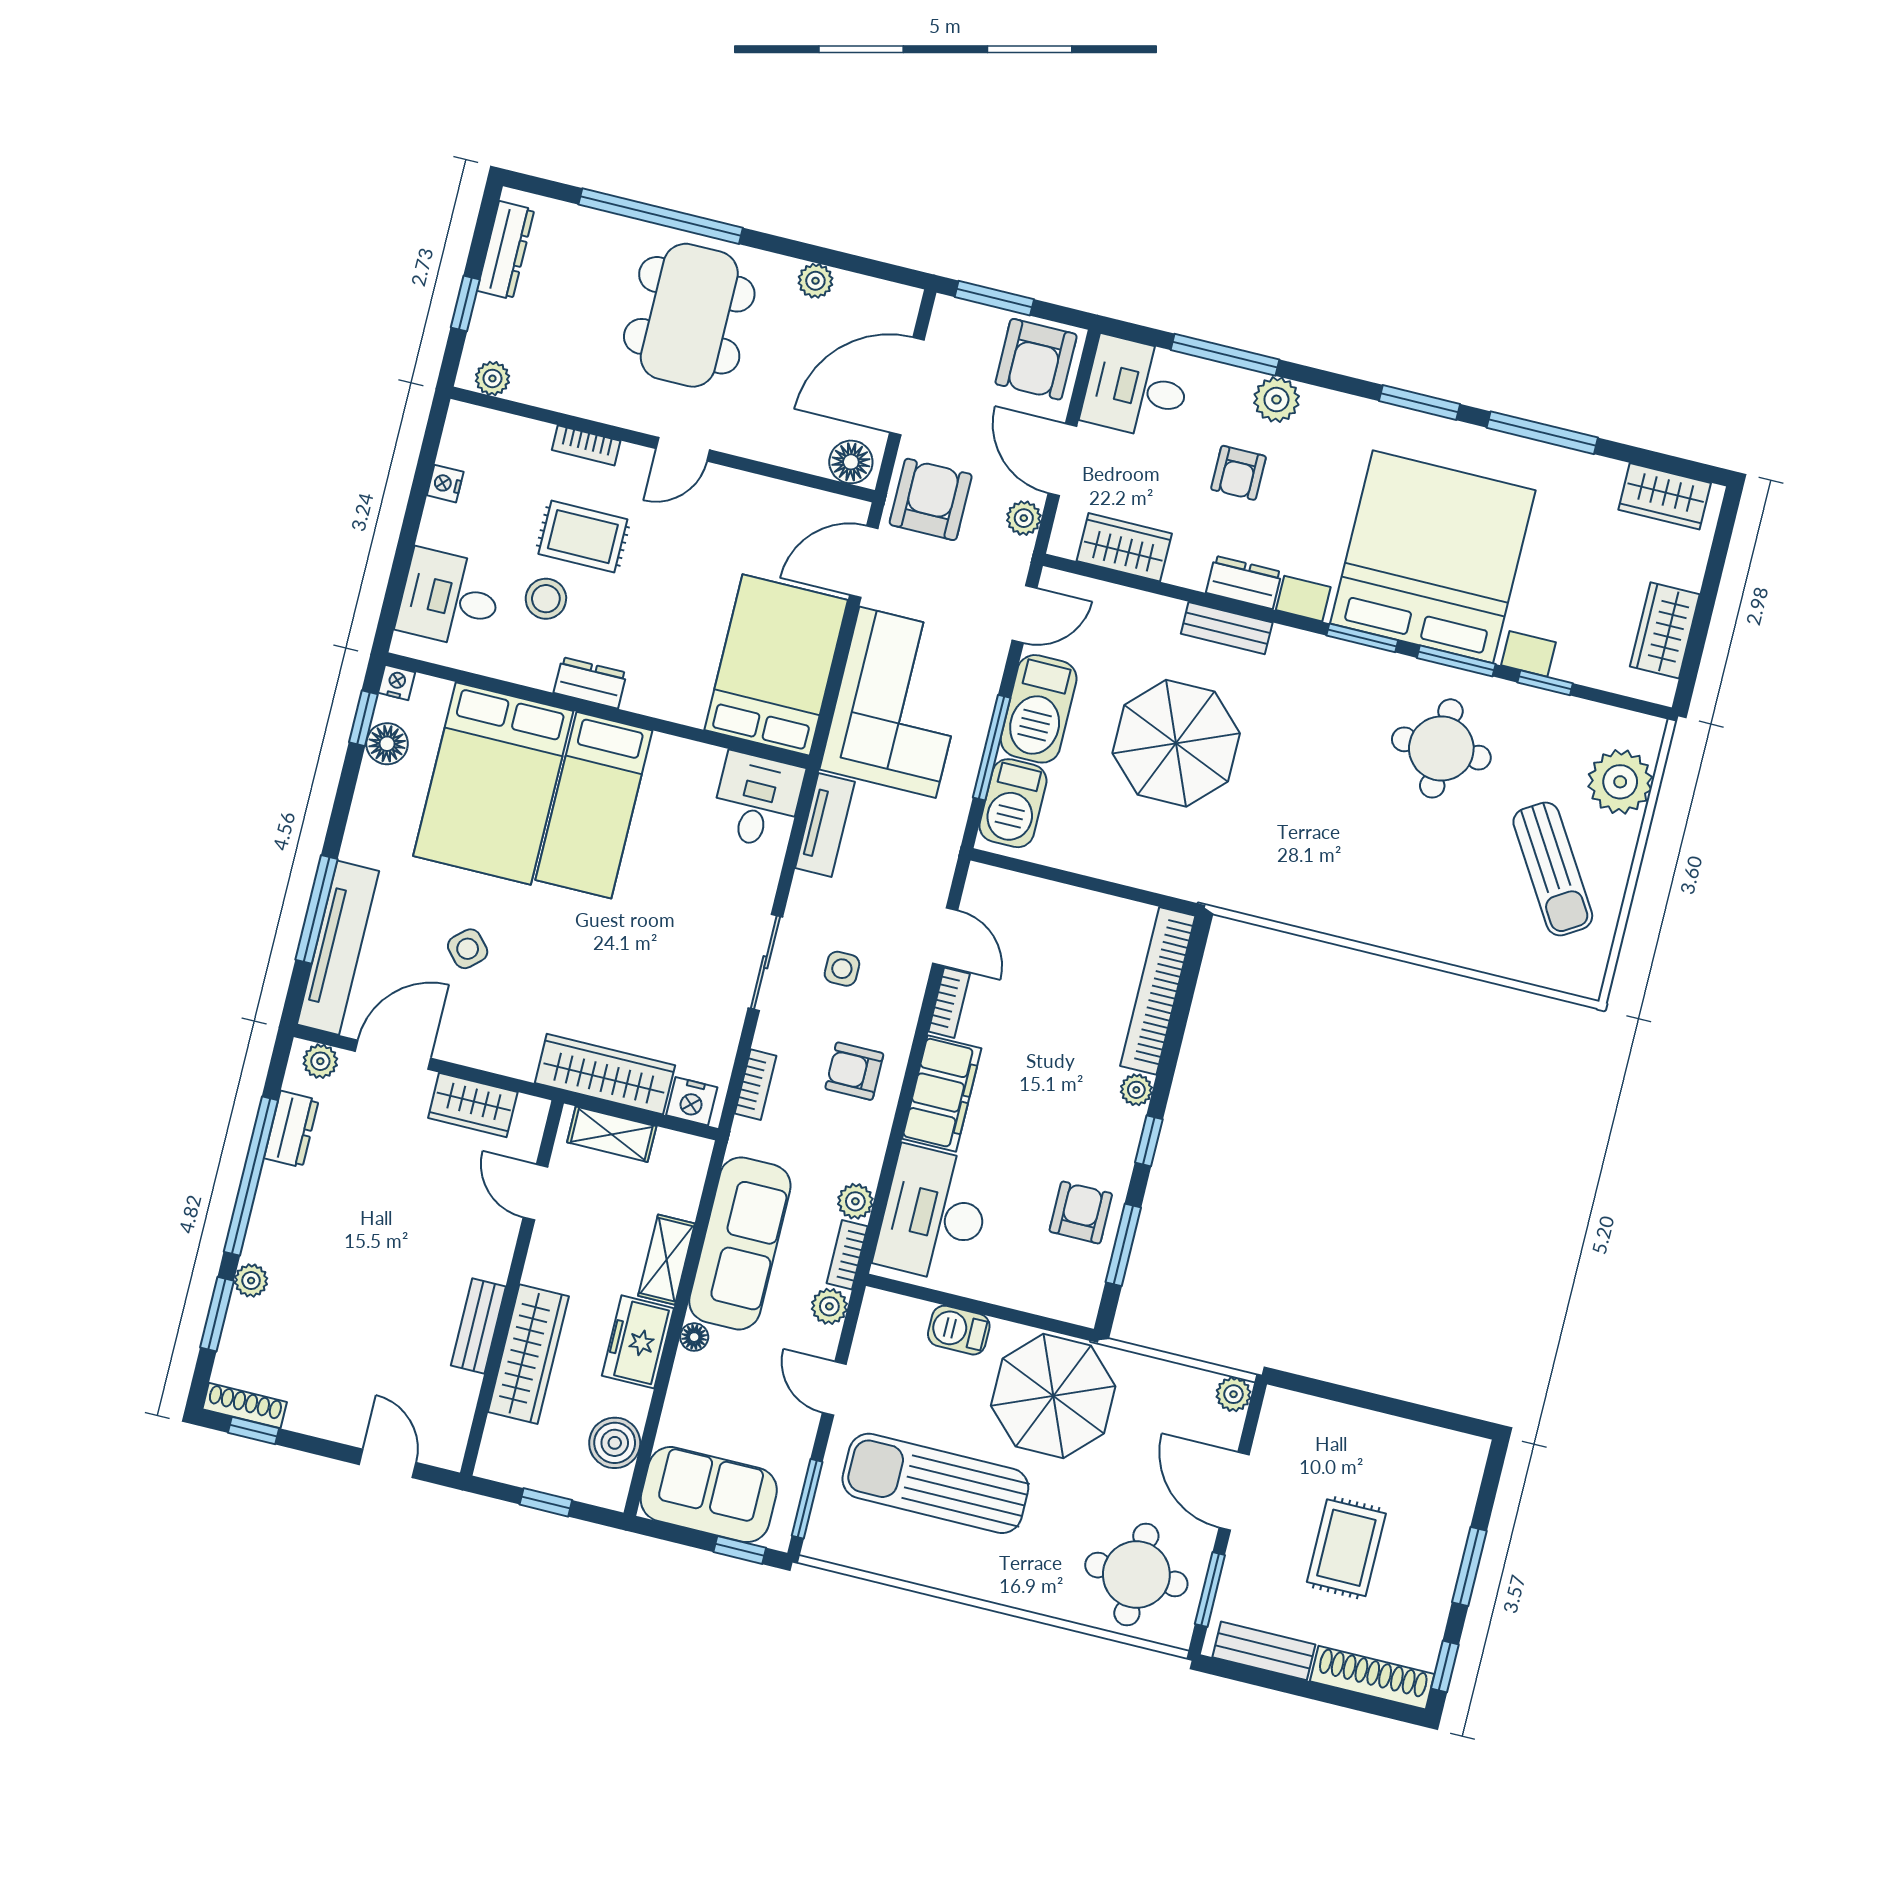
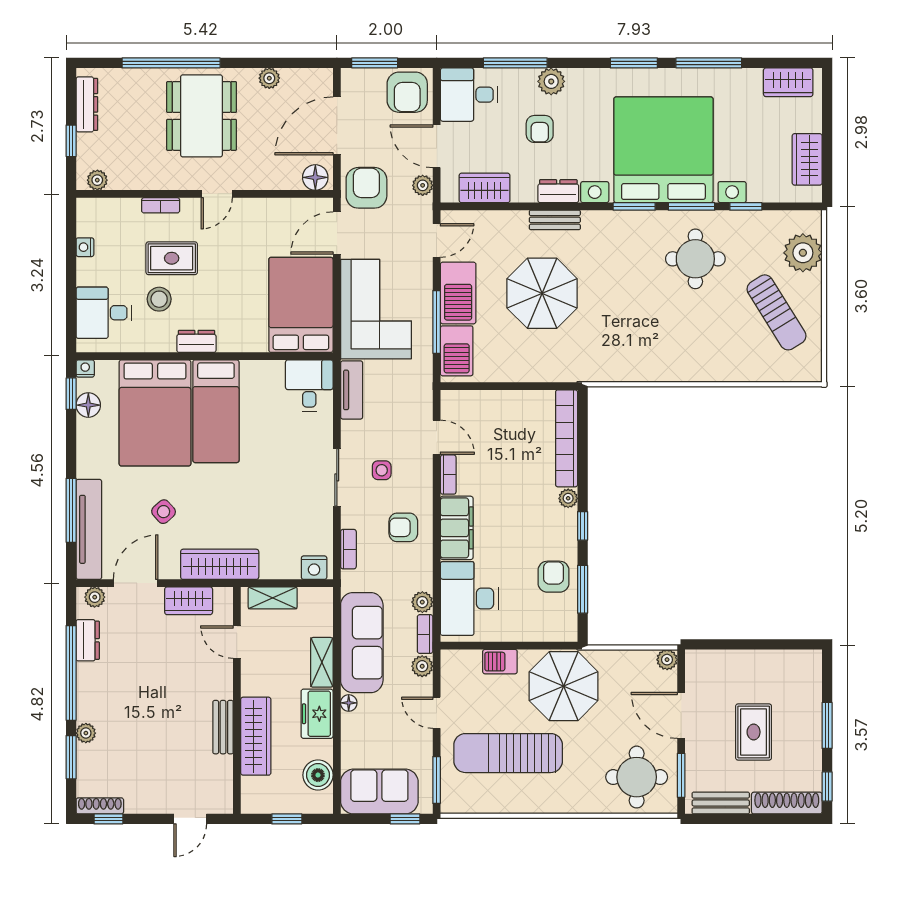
wardrobe: (605, 1074) -> (220, 564), moved
door: (388, 1463) -> (190, 819), swing flipped

